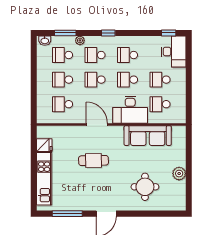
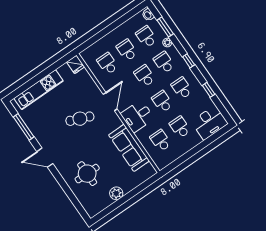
window: (169, 33) -> (209, 90), moved
desk: (130, 110) -> (137, 116), width x0.73
fridge: (44, 145) -> (76, 64), moved
cafe table: (93, 160) -> (80, 119), turned -67

